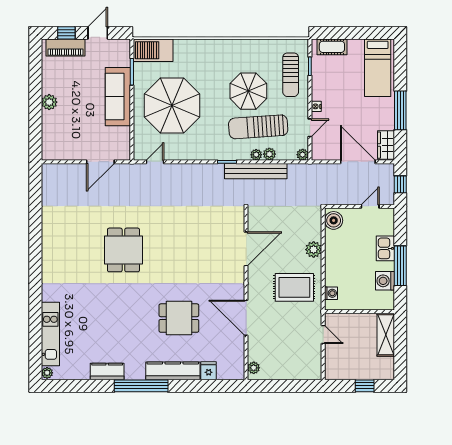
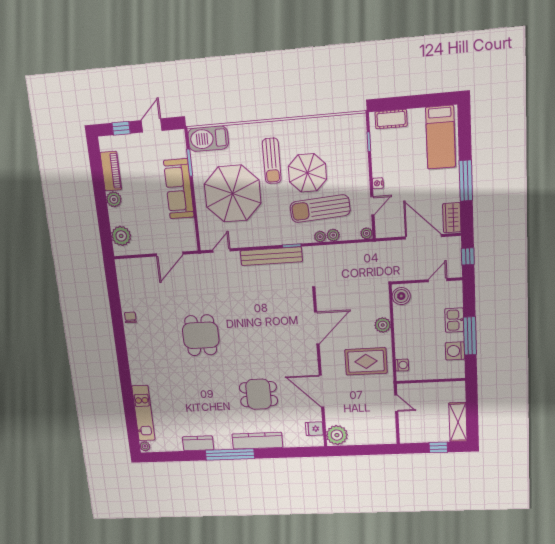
piano: (65, 47) -> (111, 171), moved, turned -90
sun lounger: (291, 75) -> (272, 161), moved
plant: (52, 140) -> (121, 236), added
bench: (256, 171) -> (271, 256), moved
chair: (50, 226) -> (130, 317), added
shelving: (386, 335) -> (458, 422), moved
plant: (254, 368) -> (337, 435), width x1.88, depth x1.88
fridge: (209, 371) -> (314, 429), moved, turned -90

